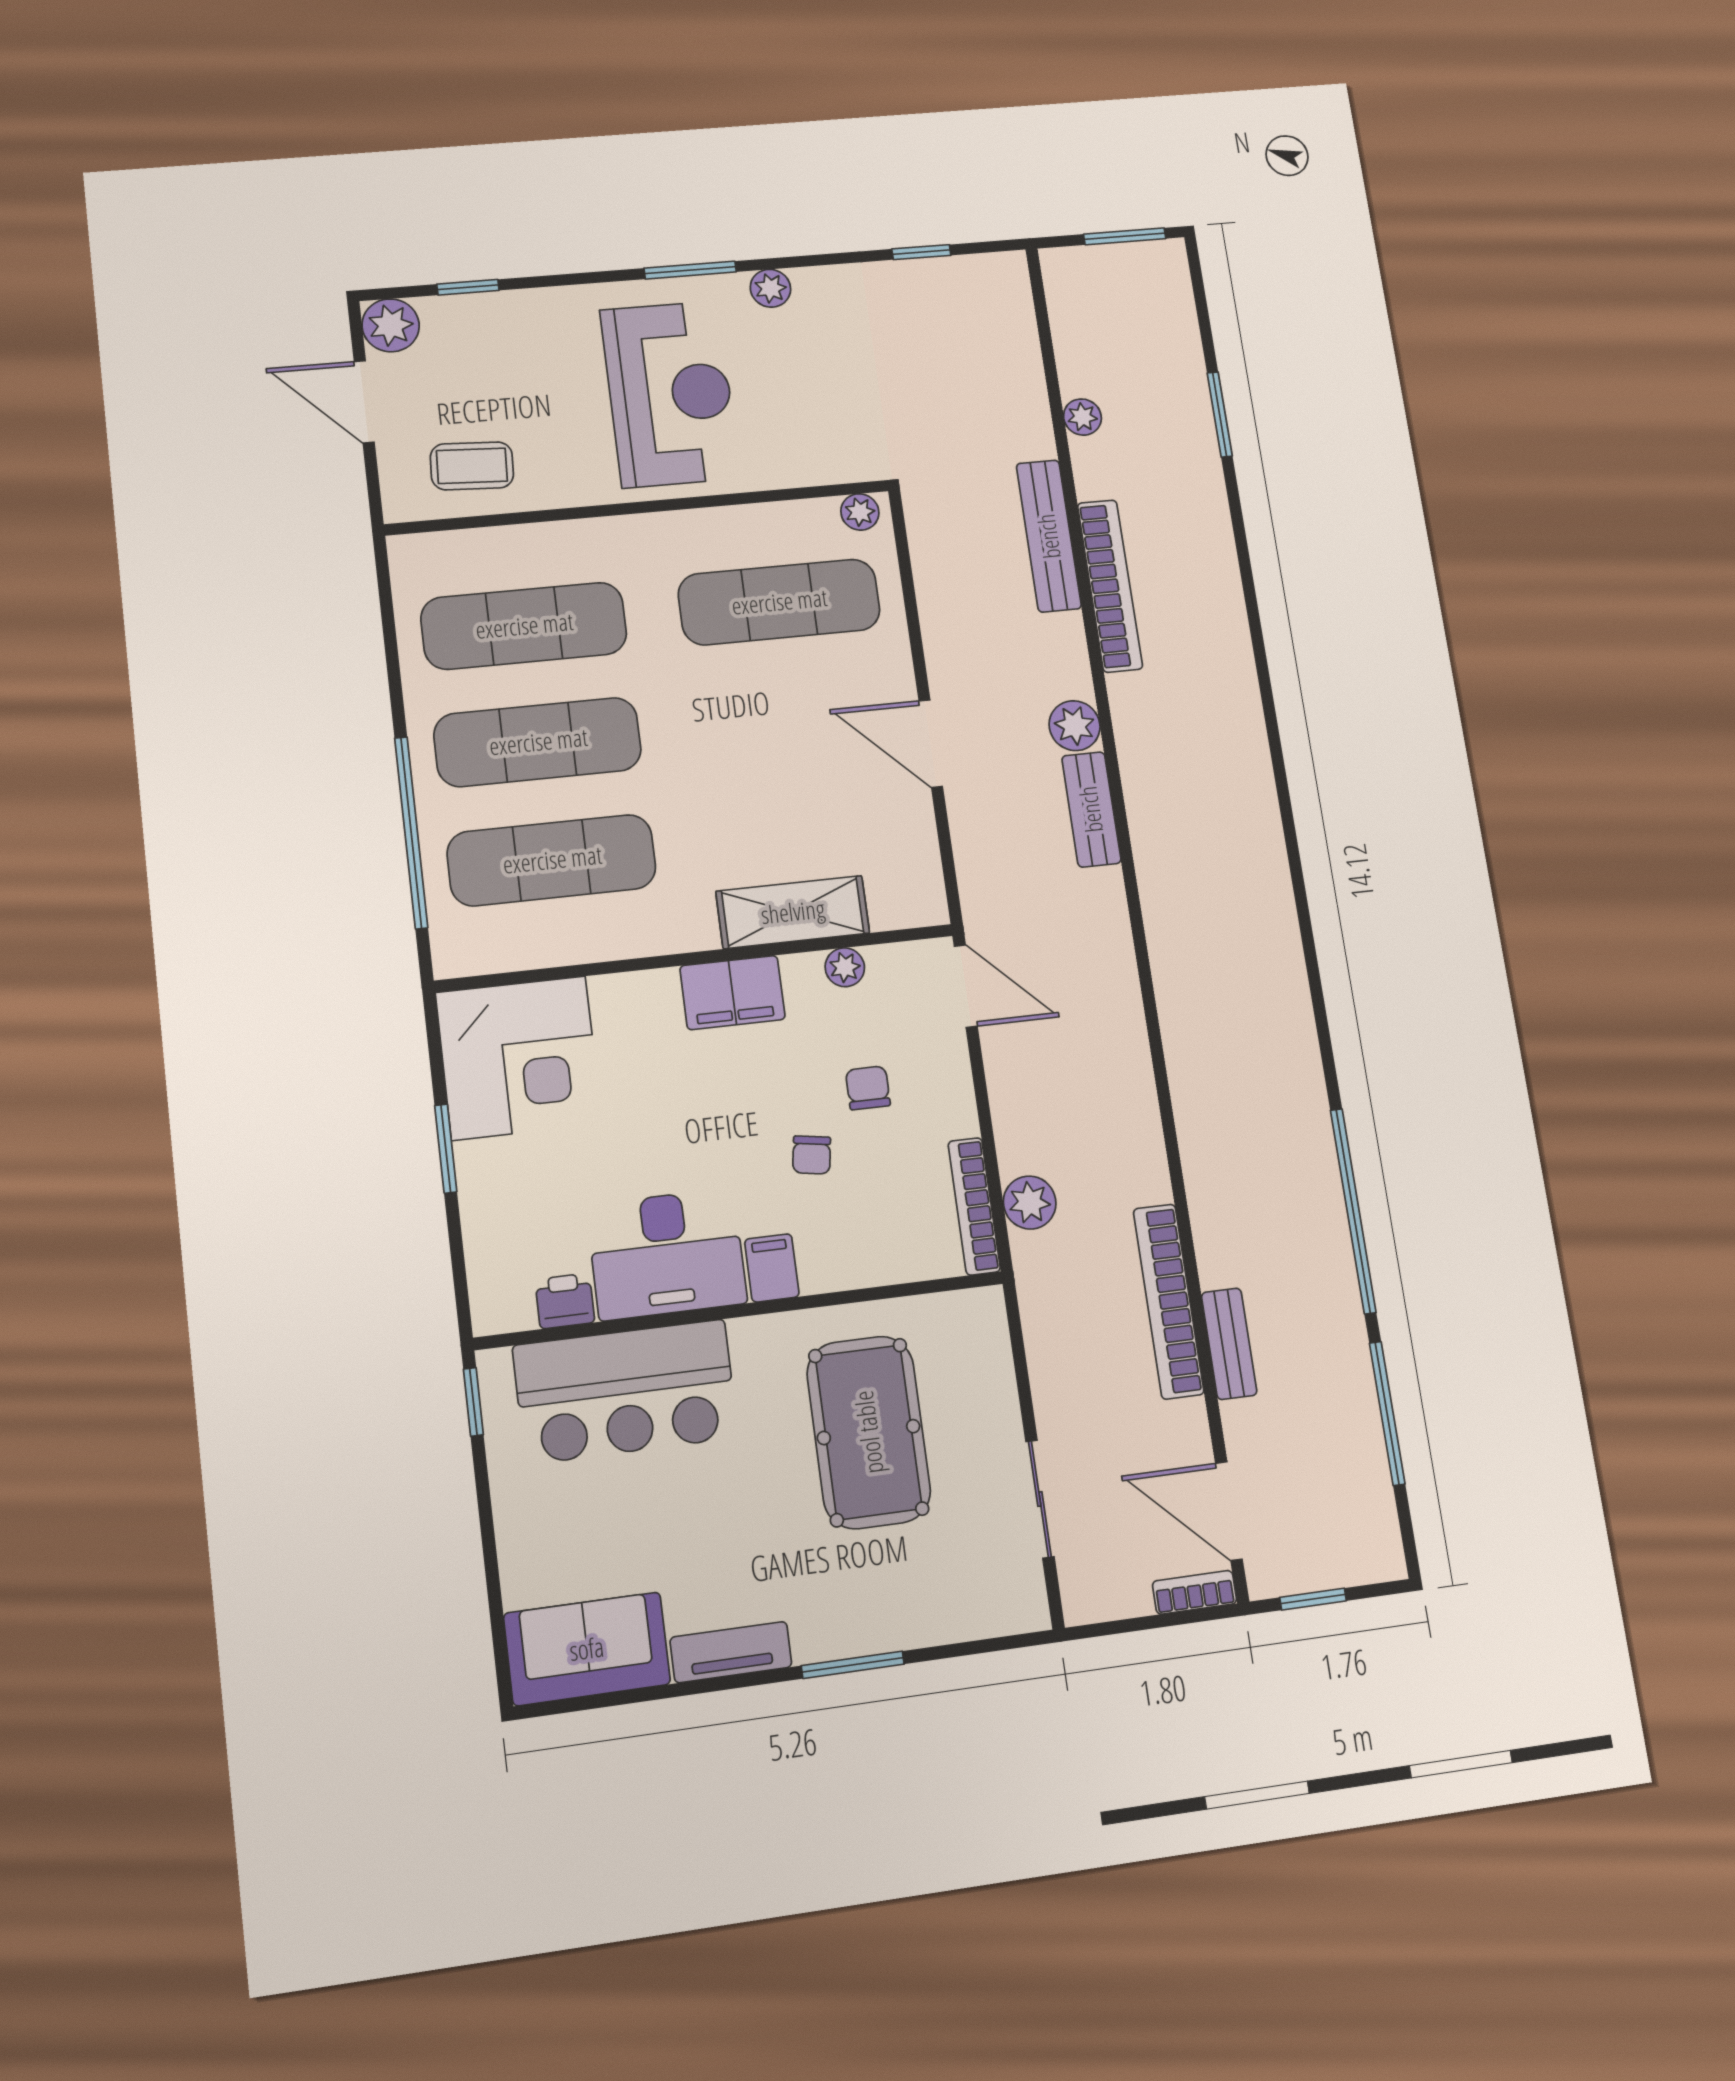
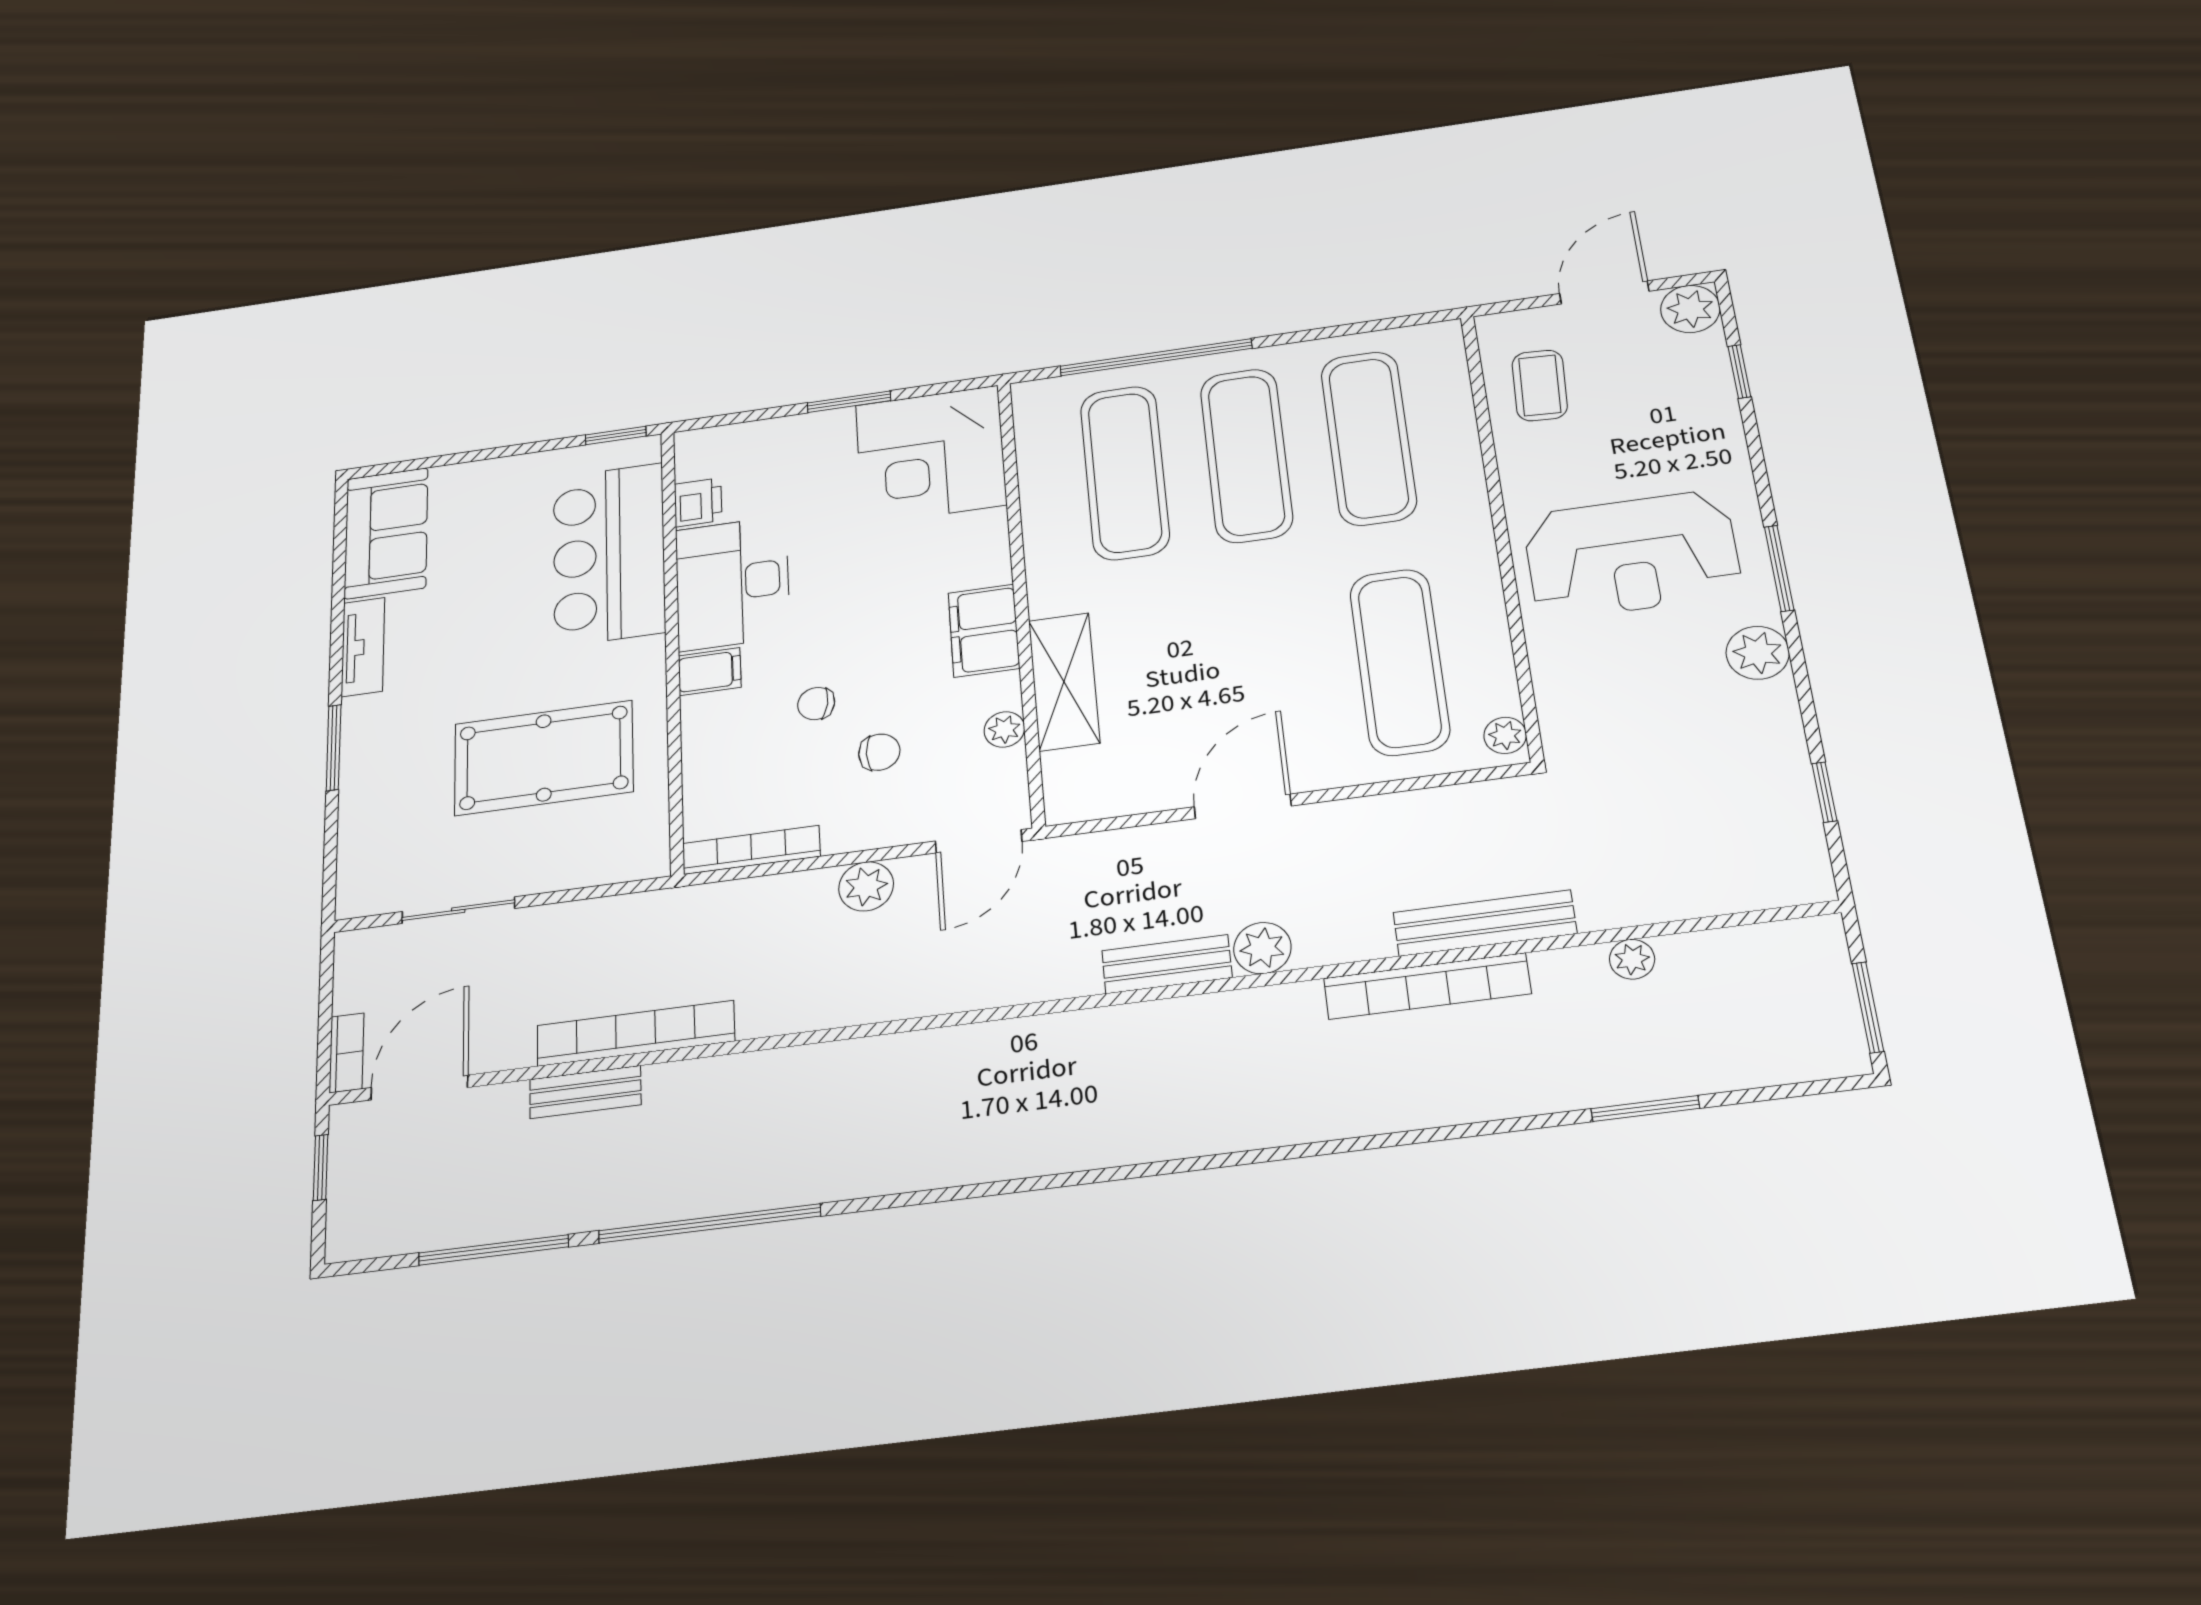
plant: (770, 288) -> (1758, 653), width x1.38, depth x1.38
plant: (1030, 1203) -> (866, 886), moved

